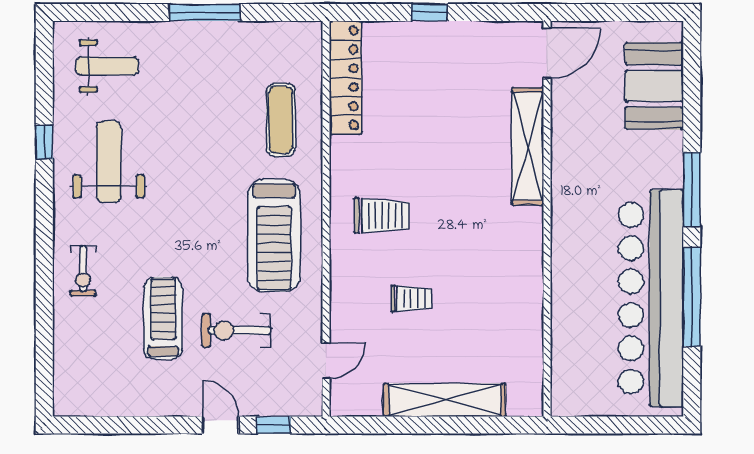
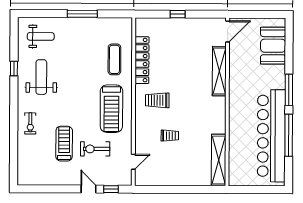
locker: (346, 78) -> (142, 60), moved
trolley: (382, 215) -> (157, 100), turned 180
shelving: (445, 400) -> (219, 160), moved, turned 90

